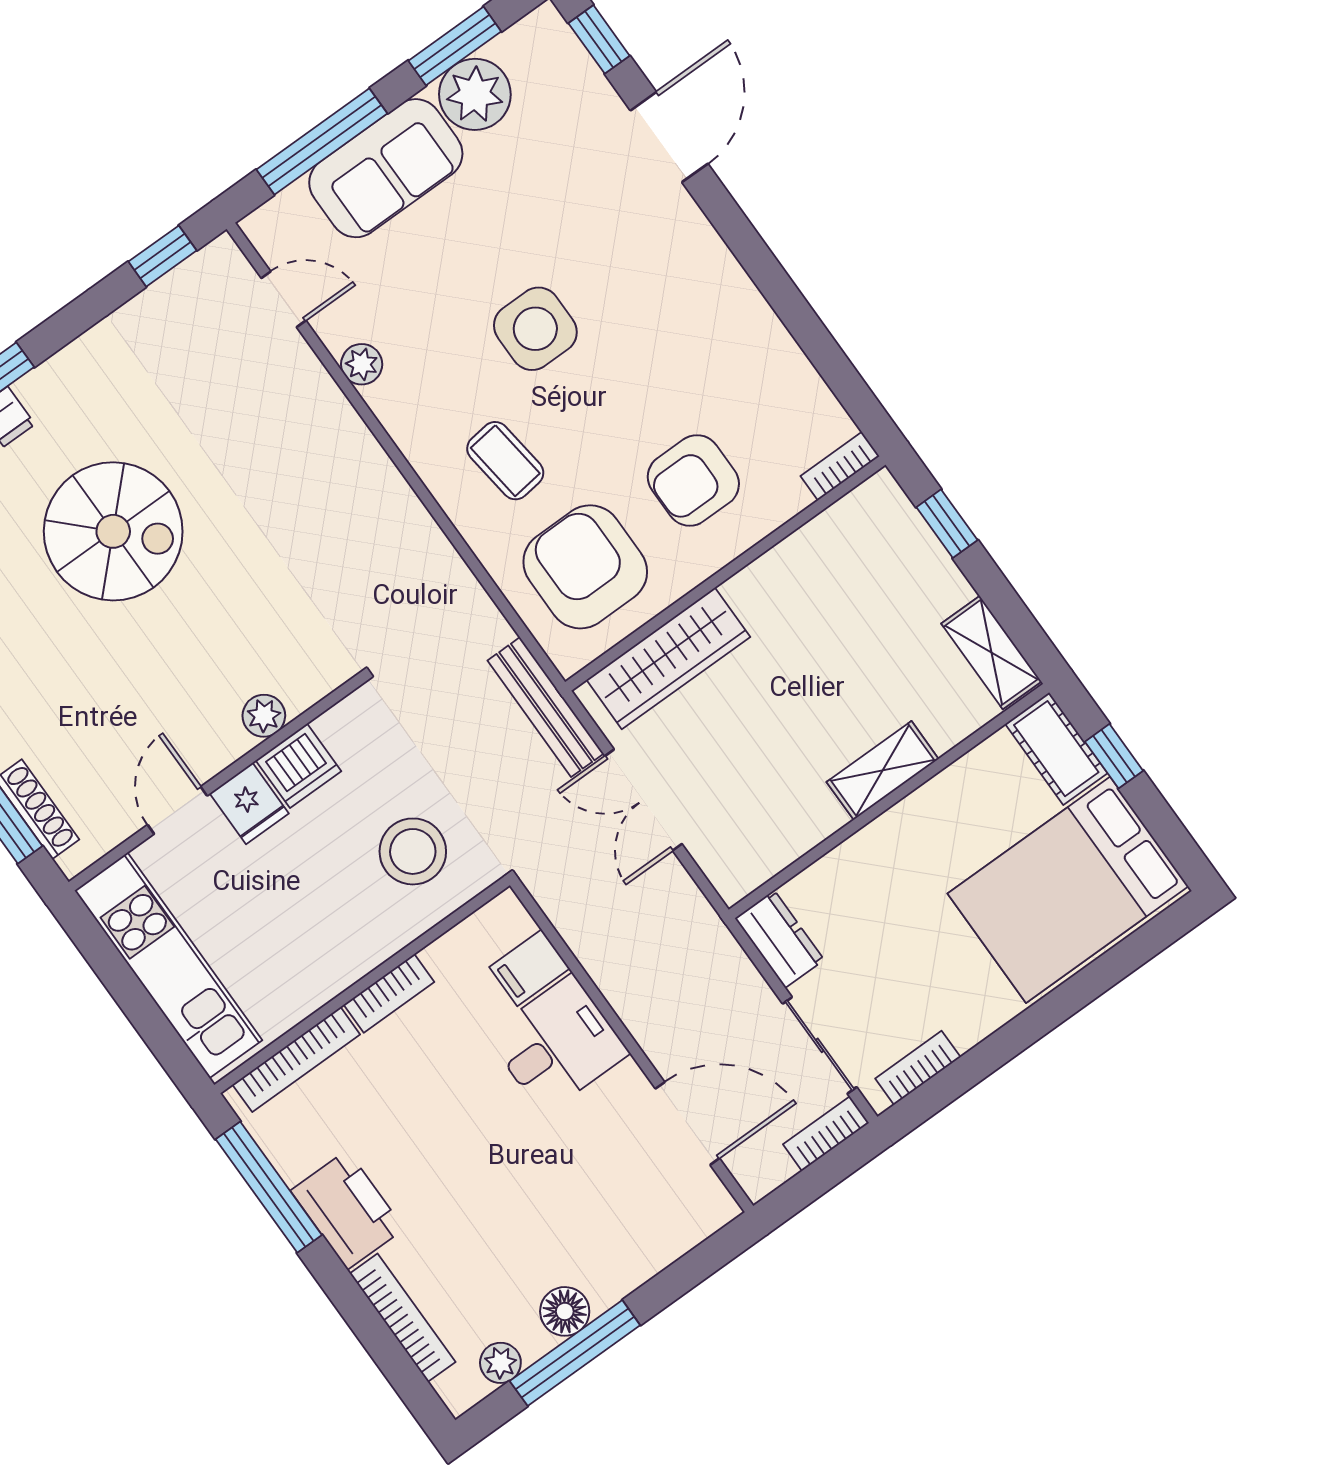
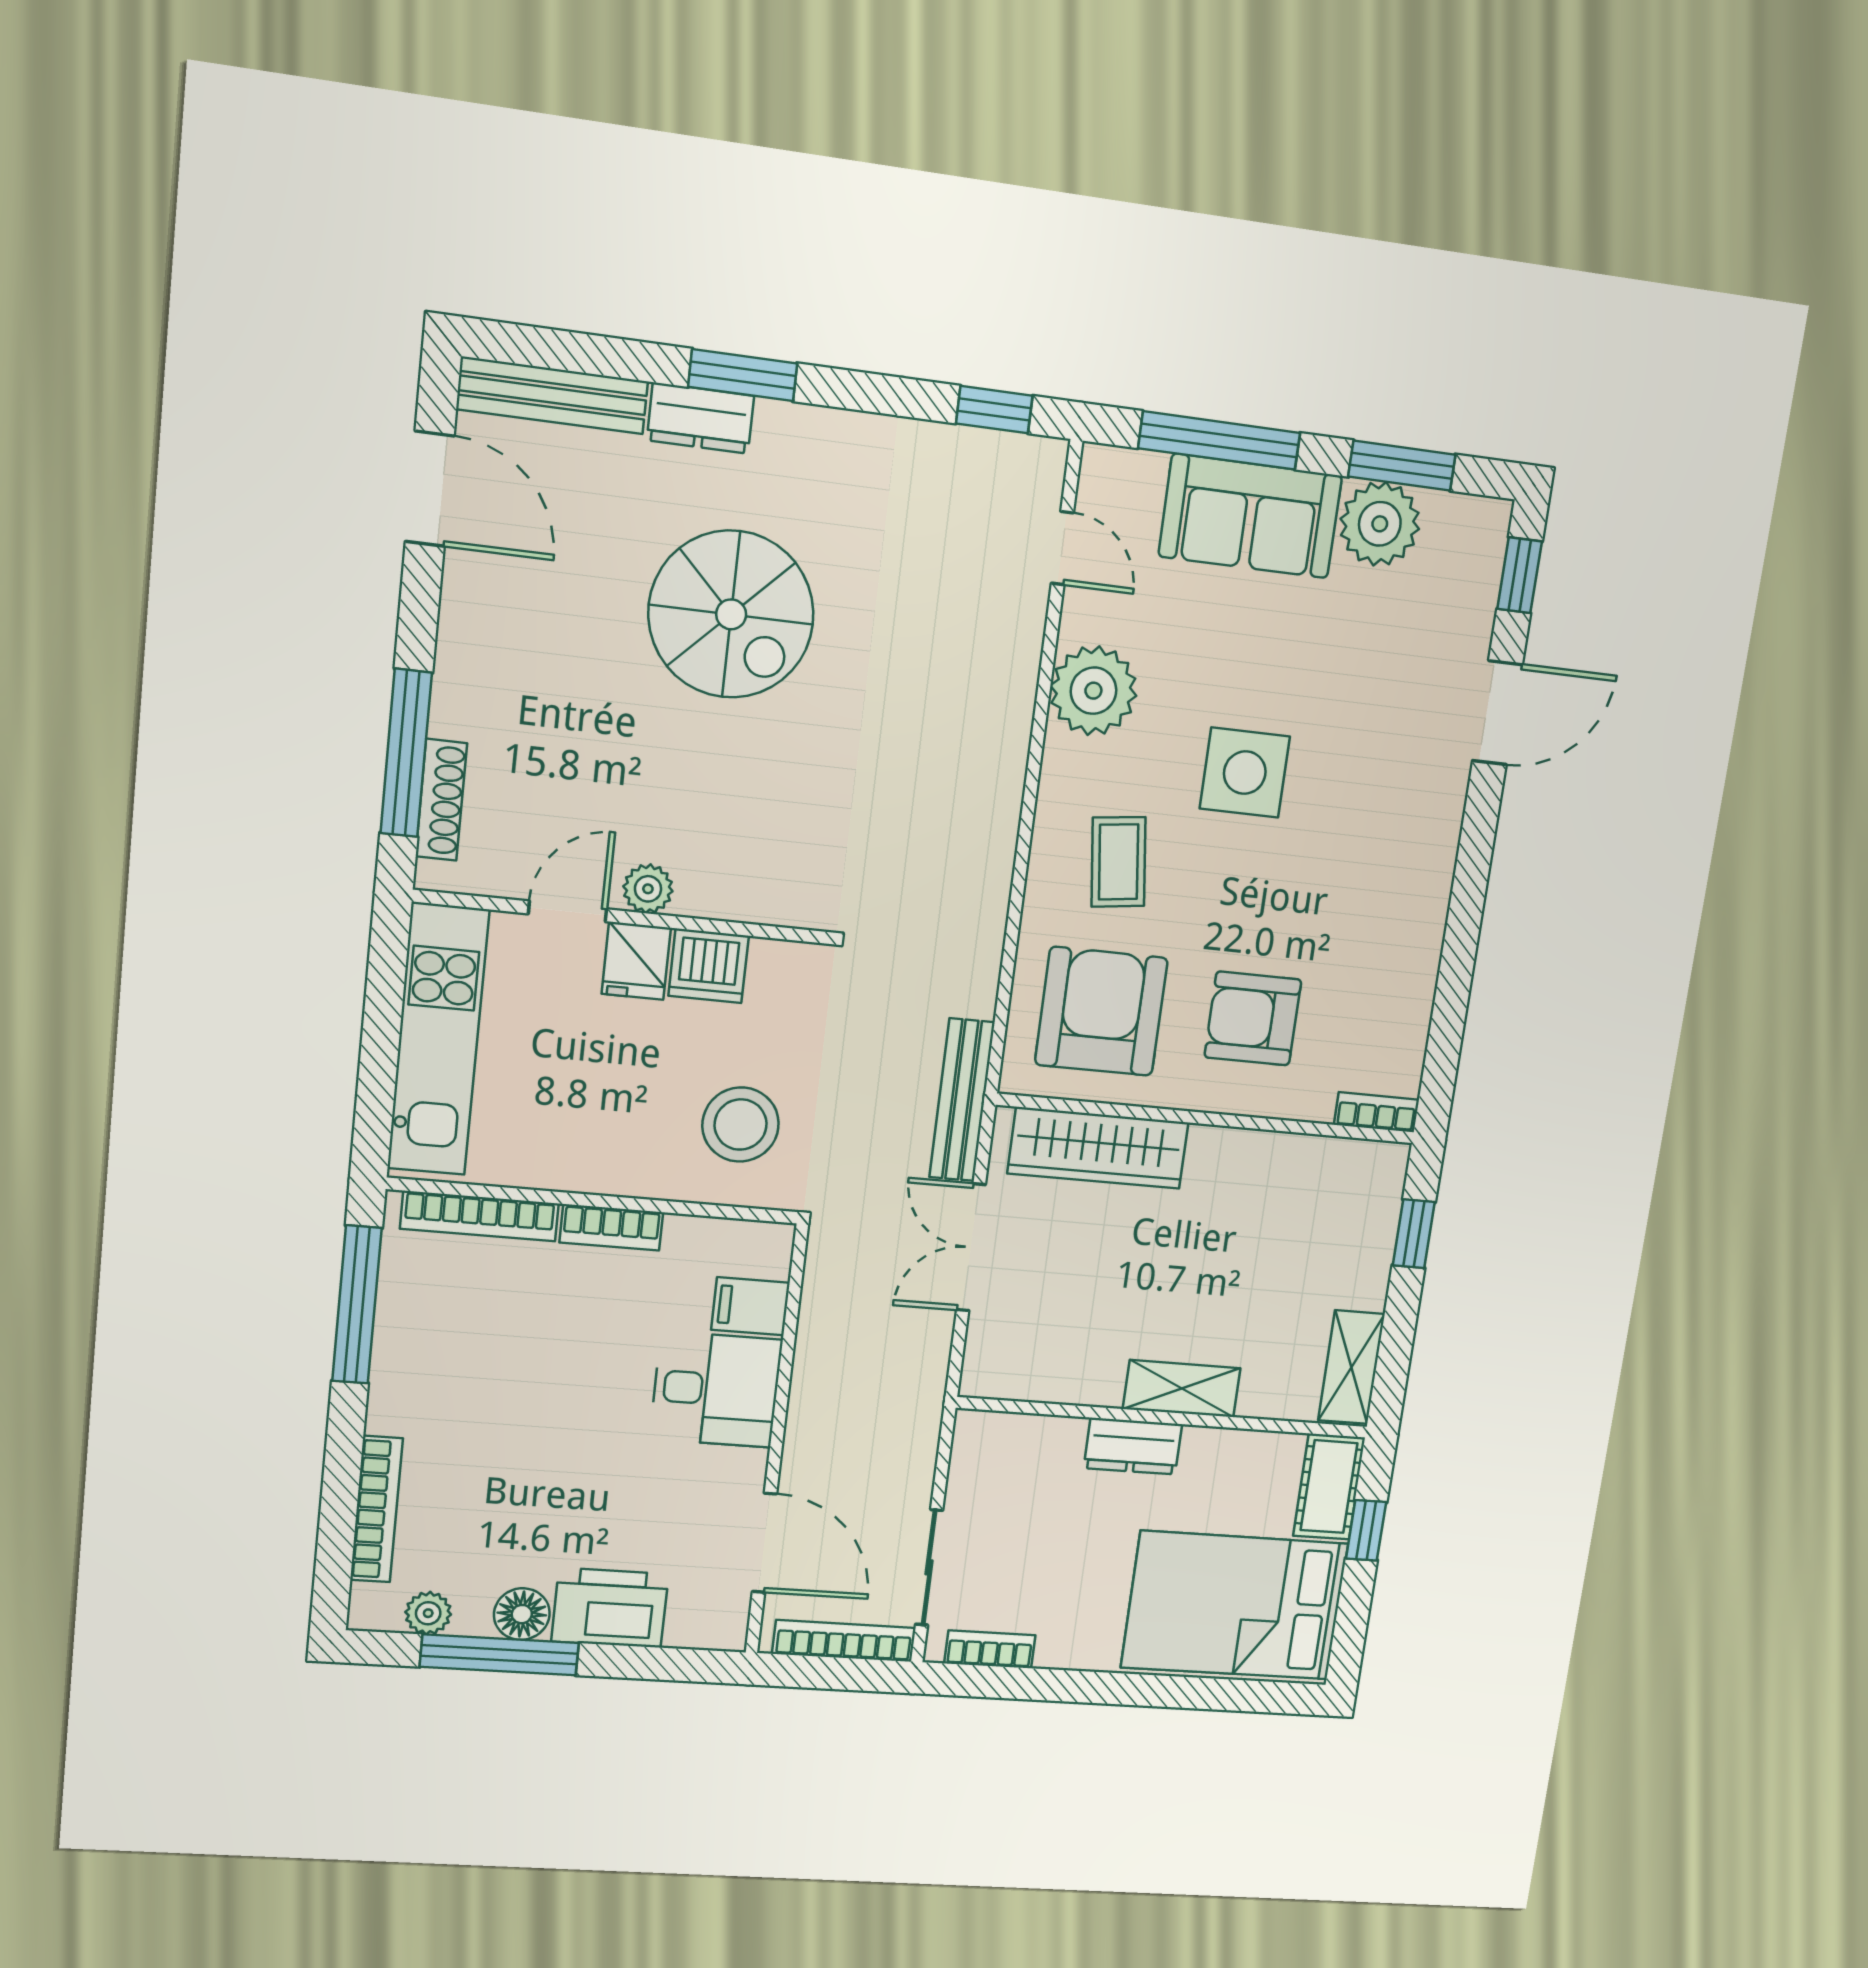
plant: (362, 364) -> (1093, 691), width x1.87, depth x1.87
plant: (264, 716) -> (648, 889), moved
dresser: (780, 939) -> (1133, 1446), moved, turned 90
bookcase: (826, 1134) -> (844, 1641), width x1.56
printer: (347, 1210) -> (610, 1608), moved, turned -90

